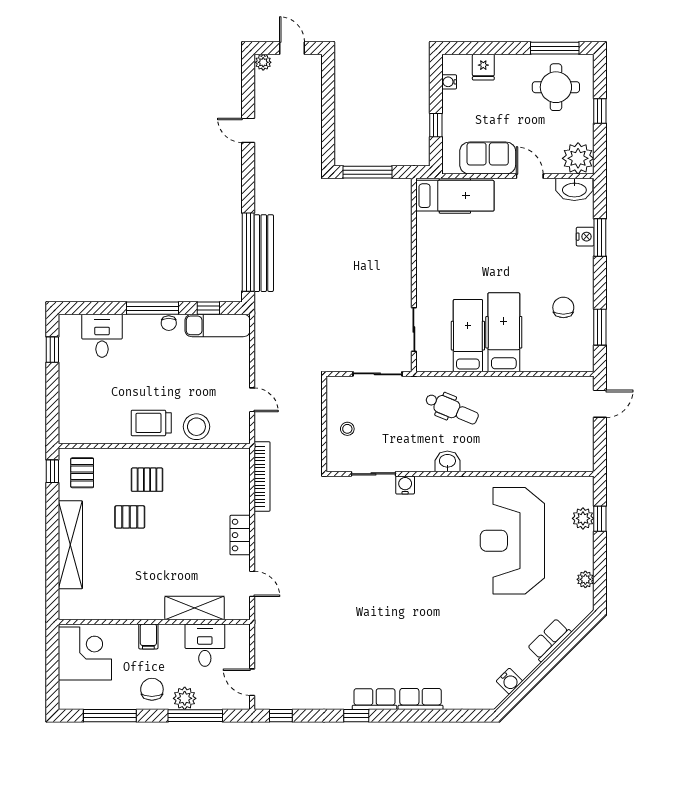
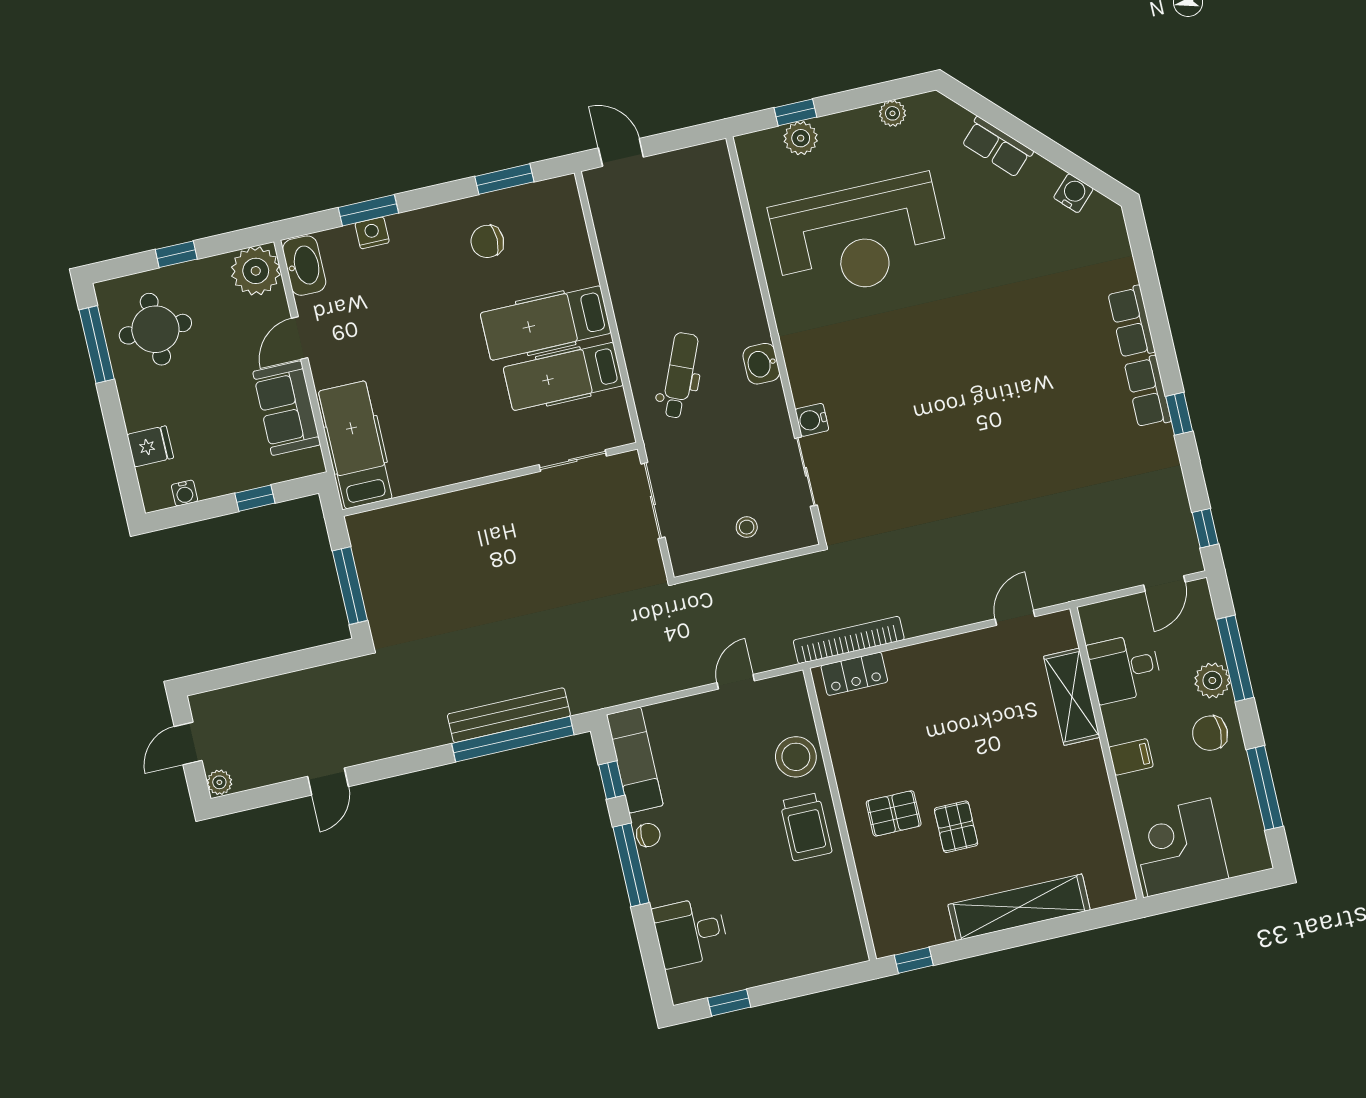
pallet: (82, 473) -> (906, 914), removed
pallet: (147, 480) -> (894, 813), turned 90
locker: (240, 535) -> (854, 674), moved

